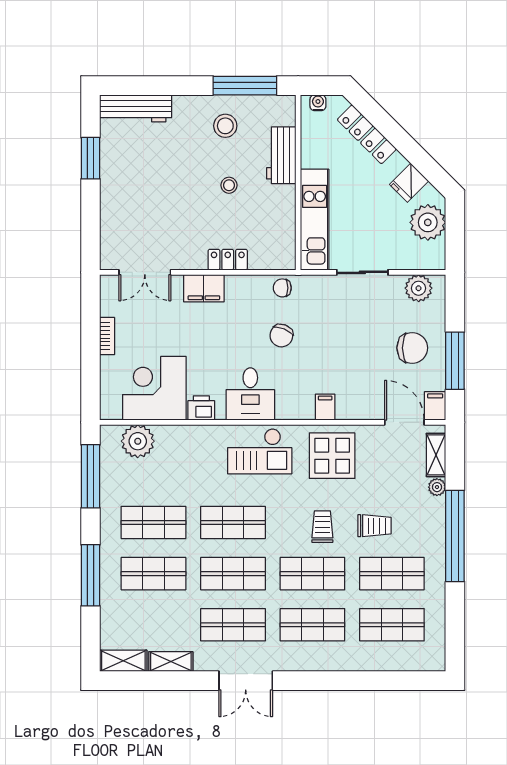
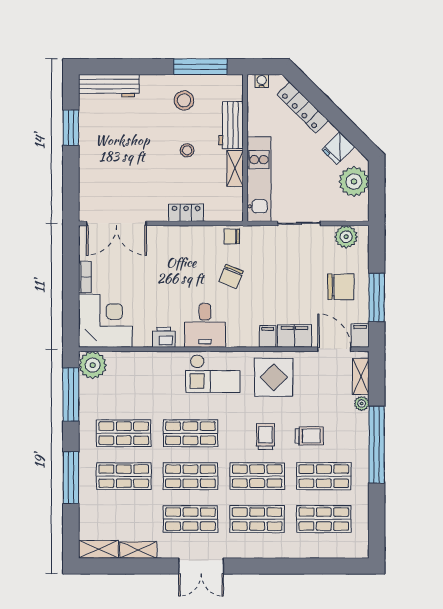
shelving: (286, 207) -> (235, 168), added
double door: (145, 272) -> (116, 223), width x1.37
filing cabinet: (204, 288) -> (294, 336), moved, turned 180
corner desk: (154, 388) -> (105, 321), moved, turned 90
plant: (138, 441) -> (93, 365), moved

